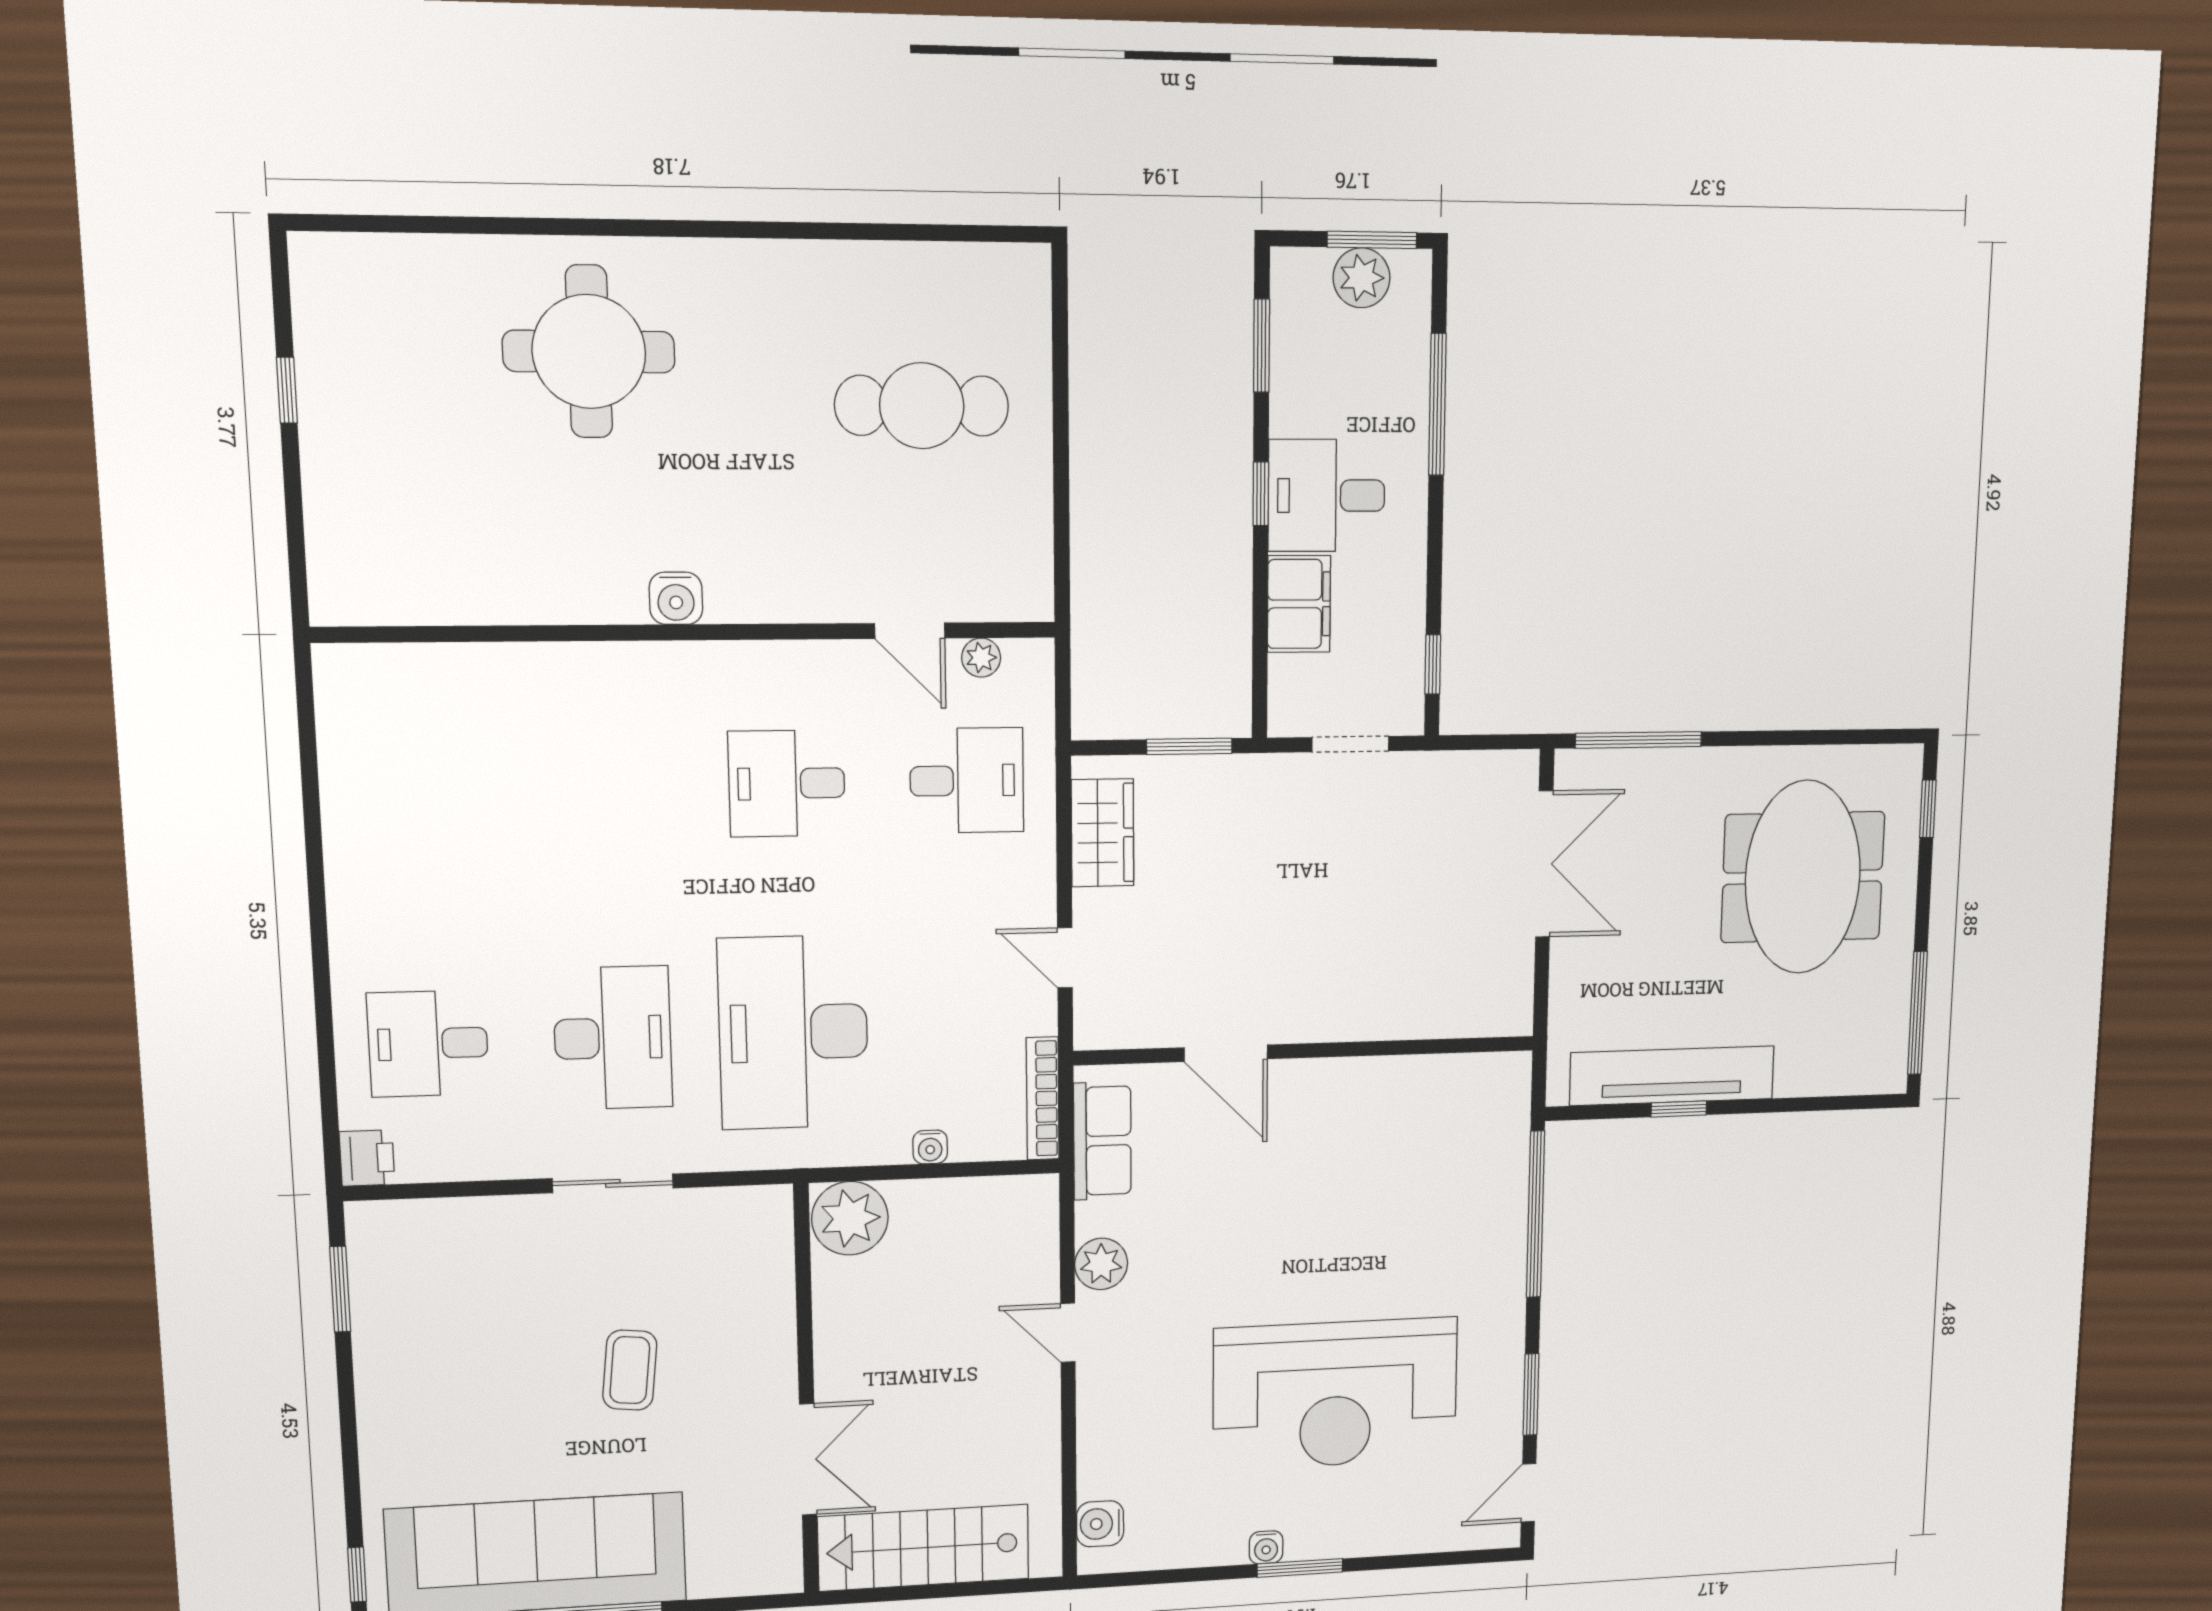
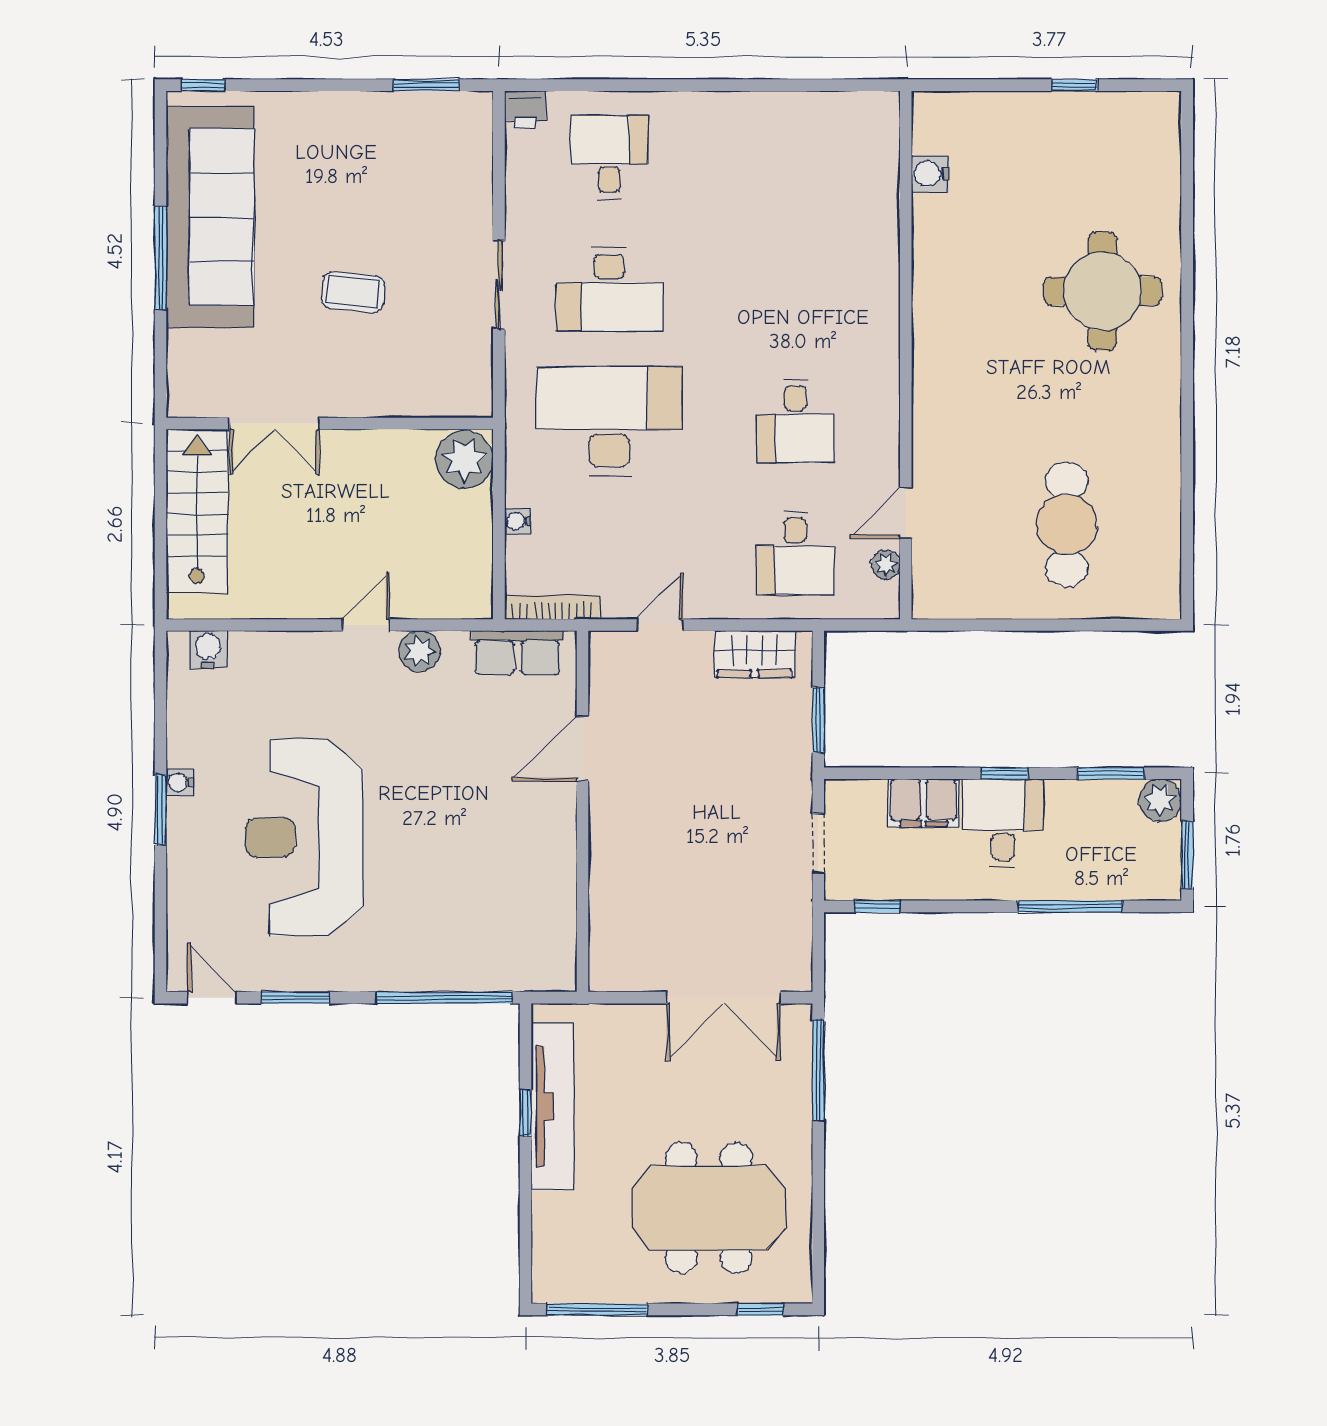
plant: (1362, 278) -> (1160, 800), moved
water cooler: (676, 598) -> (930, 174), moved
desk: (787, 783) -> (795, 421), turned 180

